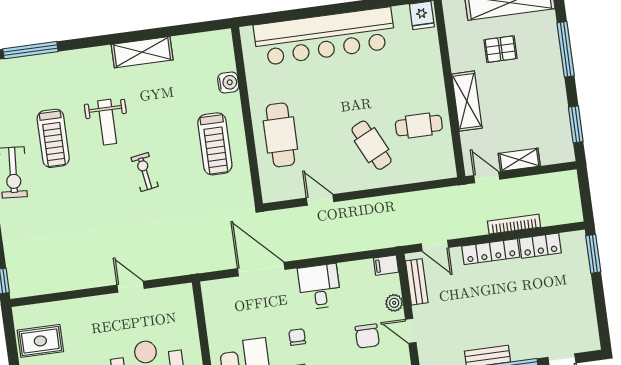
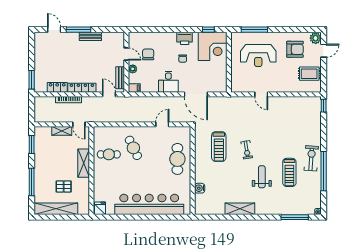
treadmill: (53, 138) -> (289, 172), turned 180
treadmill: (215, 144) -> (219, 147), moved, turned 180
door: (320, 200) -> (162, 124), swing flipped

